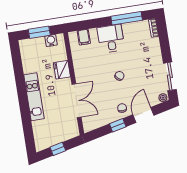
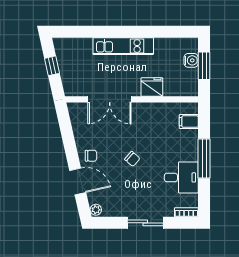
window: (127, 18) -> (204, 159), moved
desk: (111, 39) -> (181, 177), moved
water cooler: (51, 41) -> (191, 60), moved
sliding door: (170, 76) -> (145, 223), moved
window: (118, 125) -> (70, 147), removed

